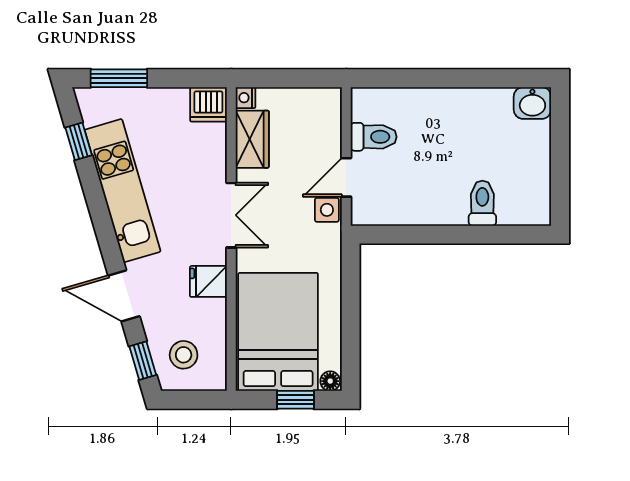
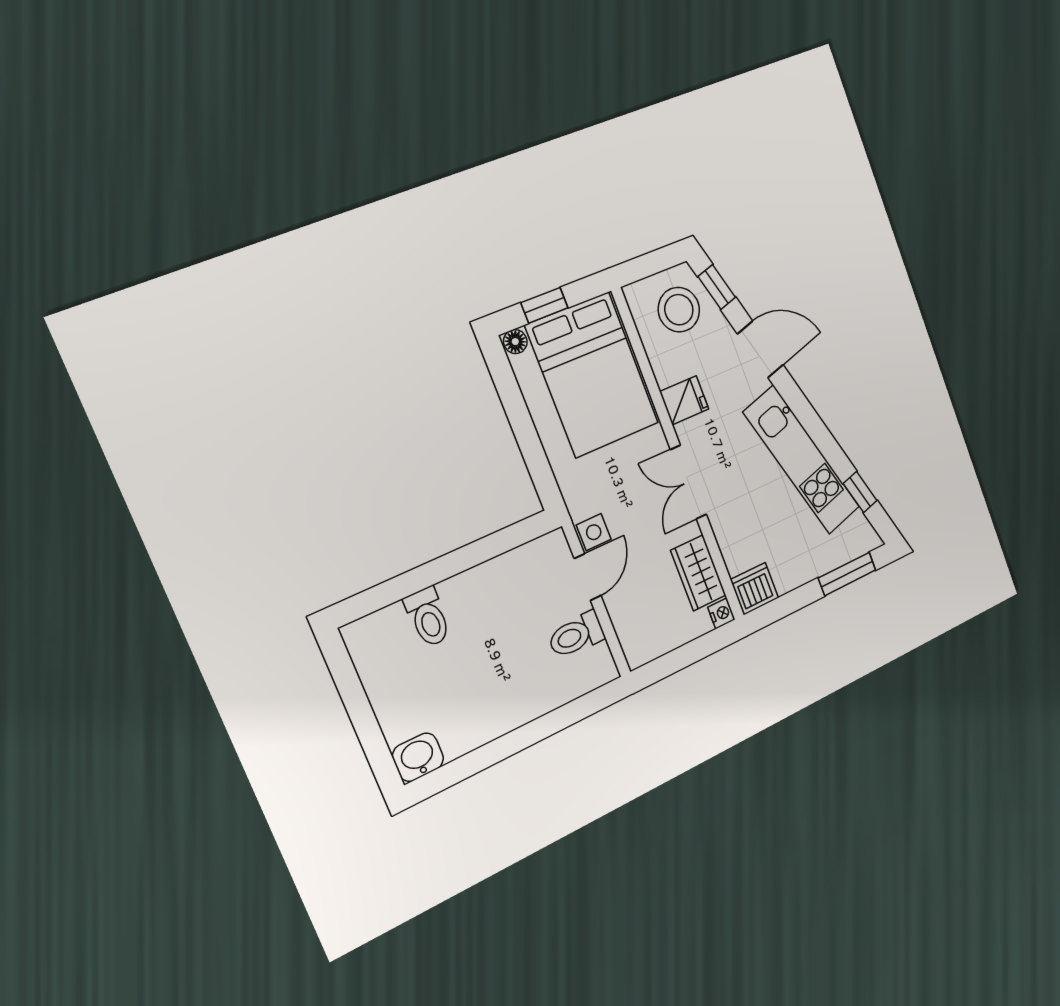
stool: (184, 355) -> (679, 310), width x1.38, depth x1.38

